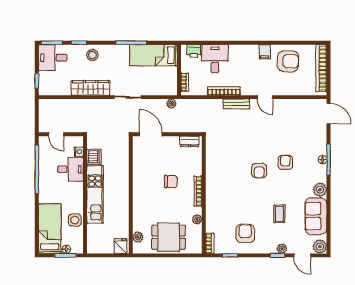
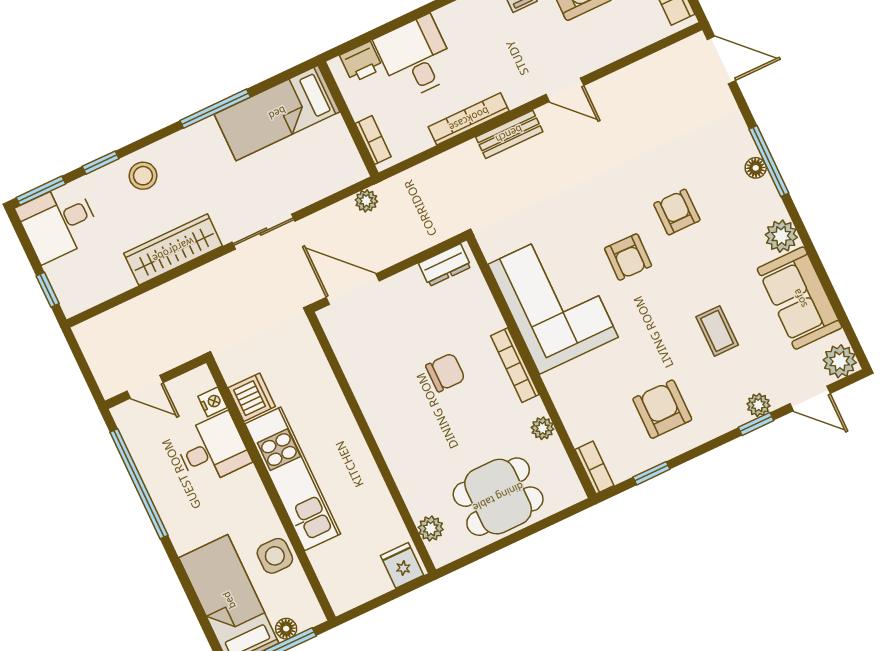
corner sofa: (223, 174) -> (553, 301), added

